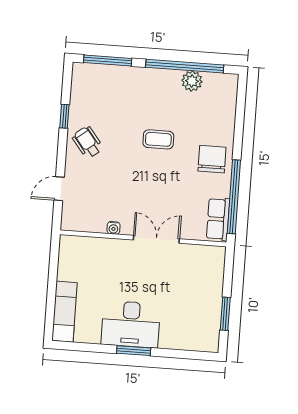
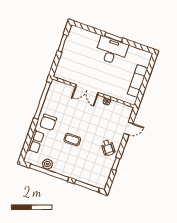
row of seats: (218, 219) -> (36, 142), moved
exam couch: (65, 312) -> (137, 81), moved

